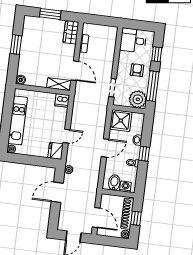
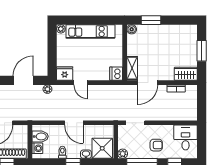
window: (16, 45) -> (151, 20), moved
plant: (138, 99) -> (123, 154), width x0.53, depth x0.53
shower: (121, 121) -> (102, 148), moved
door: (57, 192) -> (23, 80), hinge flipped

